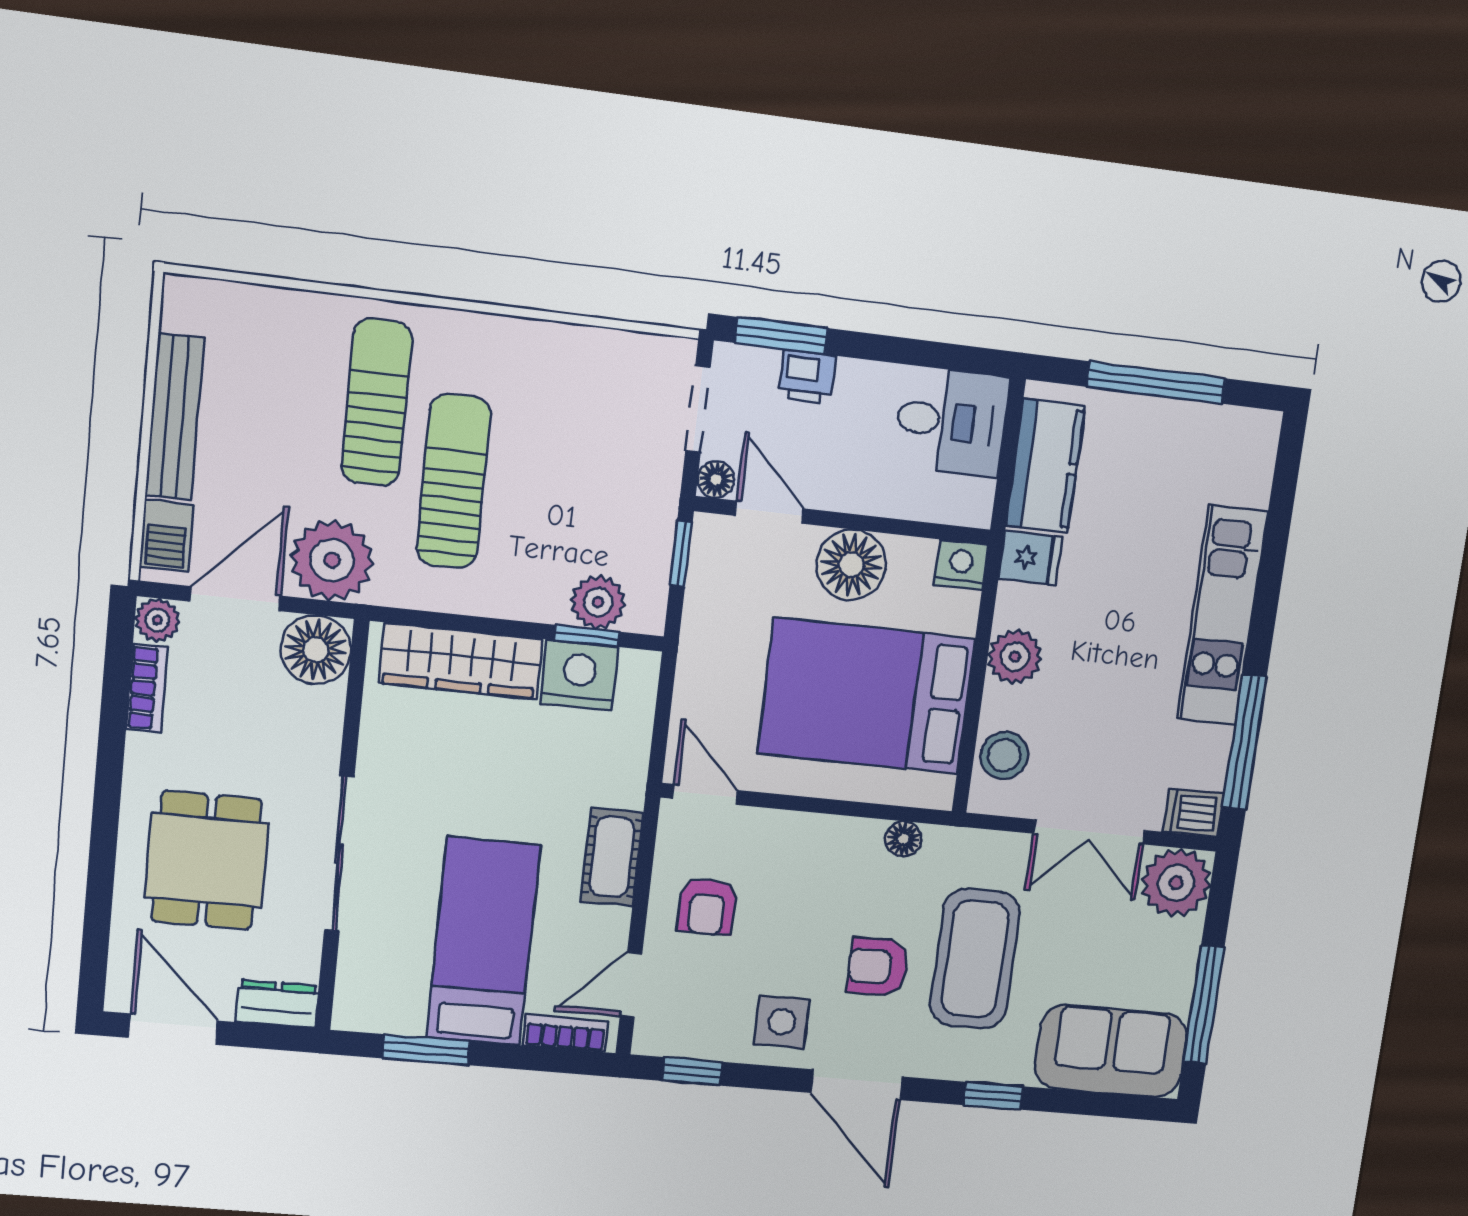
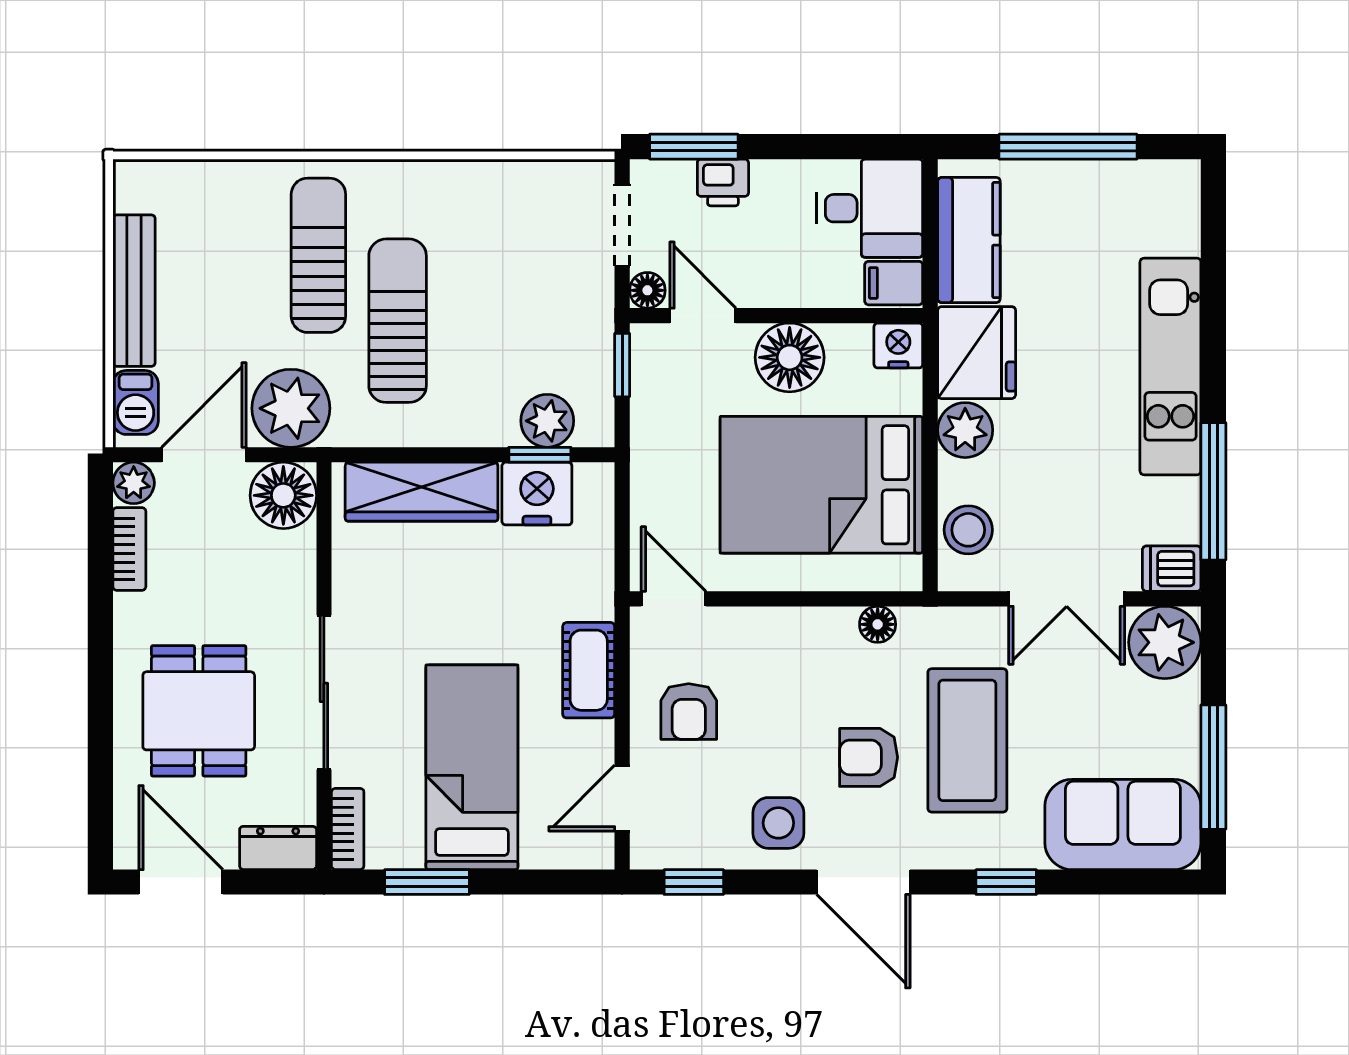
filing cabinet: (965, 501) -> (894, 283), added
fridge: (1030, 558) -> (977, 353), width x1.88, depth x1.34
bookcase: (565, 1033) -> (348, 829), moved, turned 90

